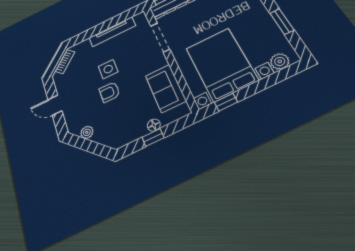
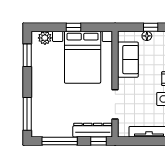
window: (282, 22) -> (27, 55), moved
window: (226, 102) -> (74, 27), moved

